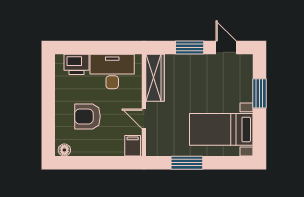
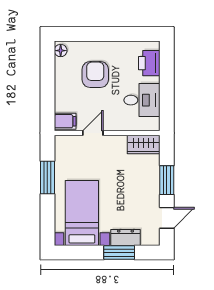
desk: (112, 71) -> (142, 100), width x0.73
wardrobe: (155, 78) -> (144, 144), width x0.67
dresser: (245, 87) -> (126, 238), added

